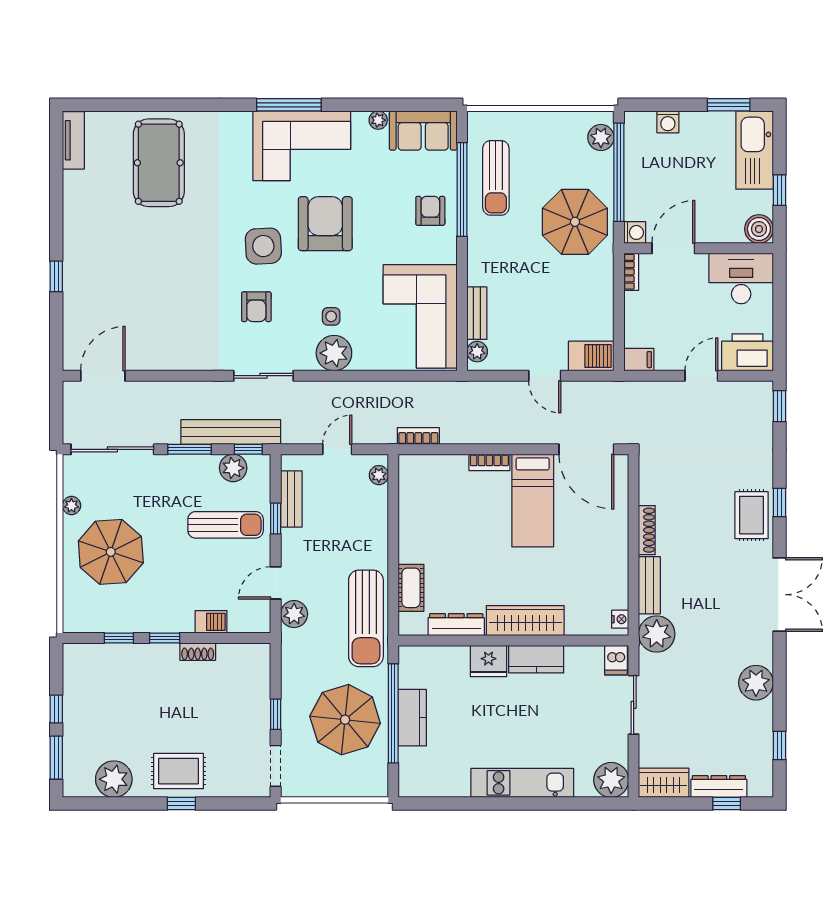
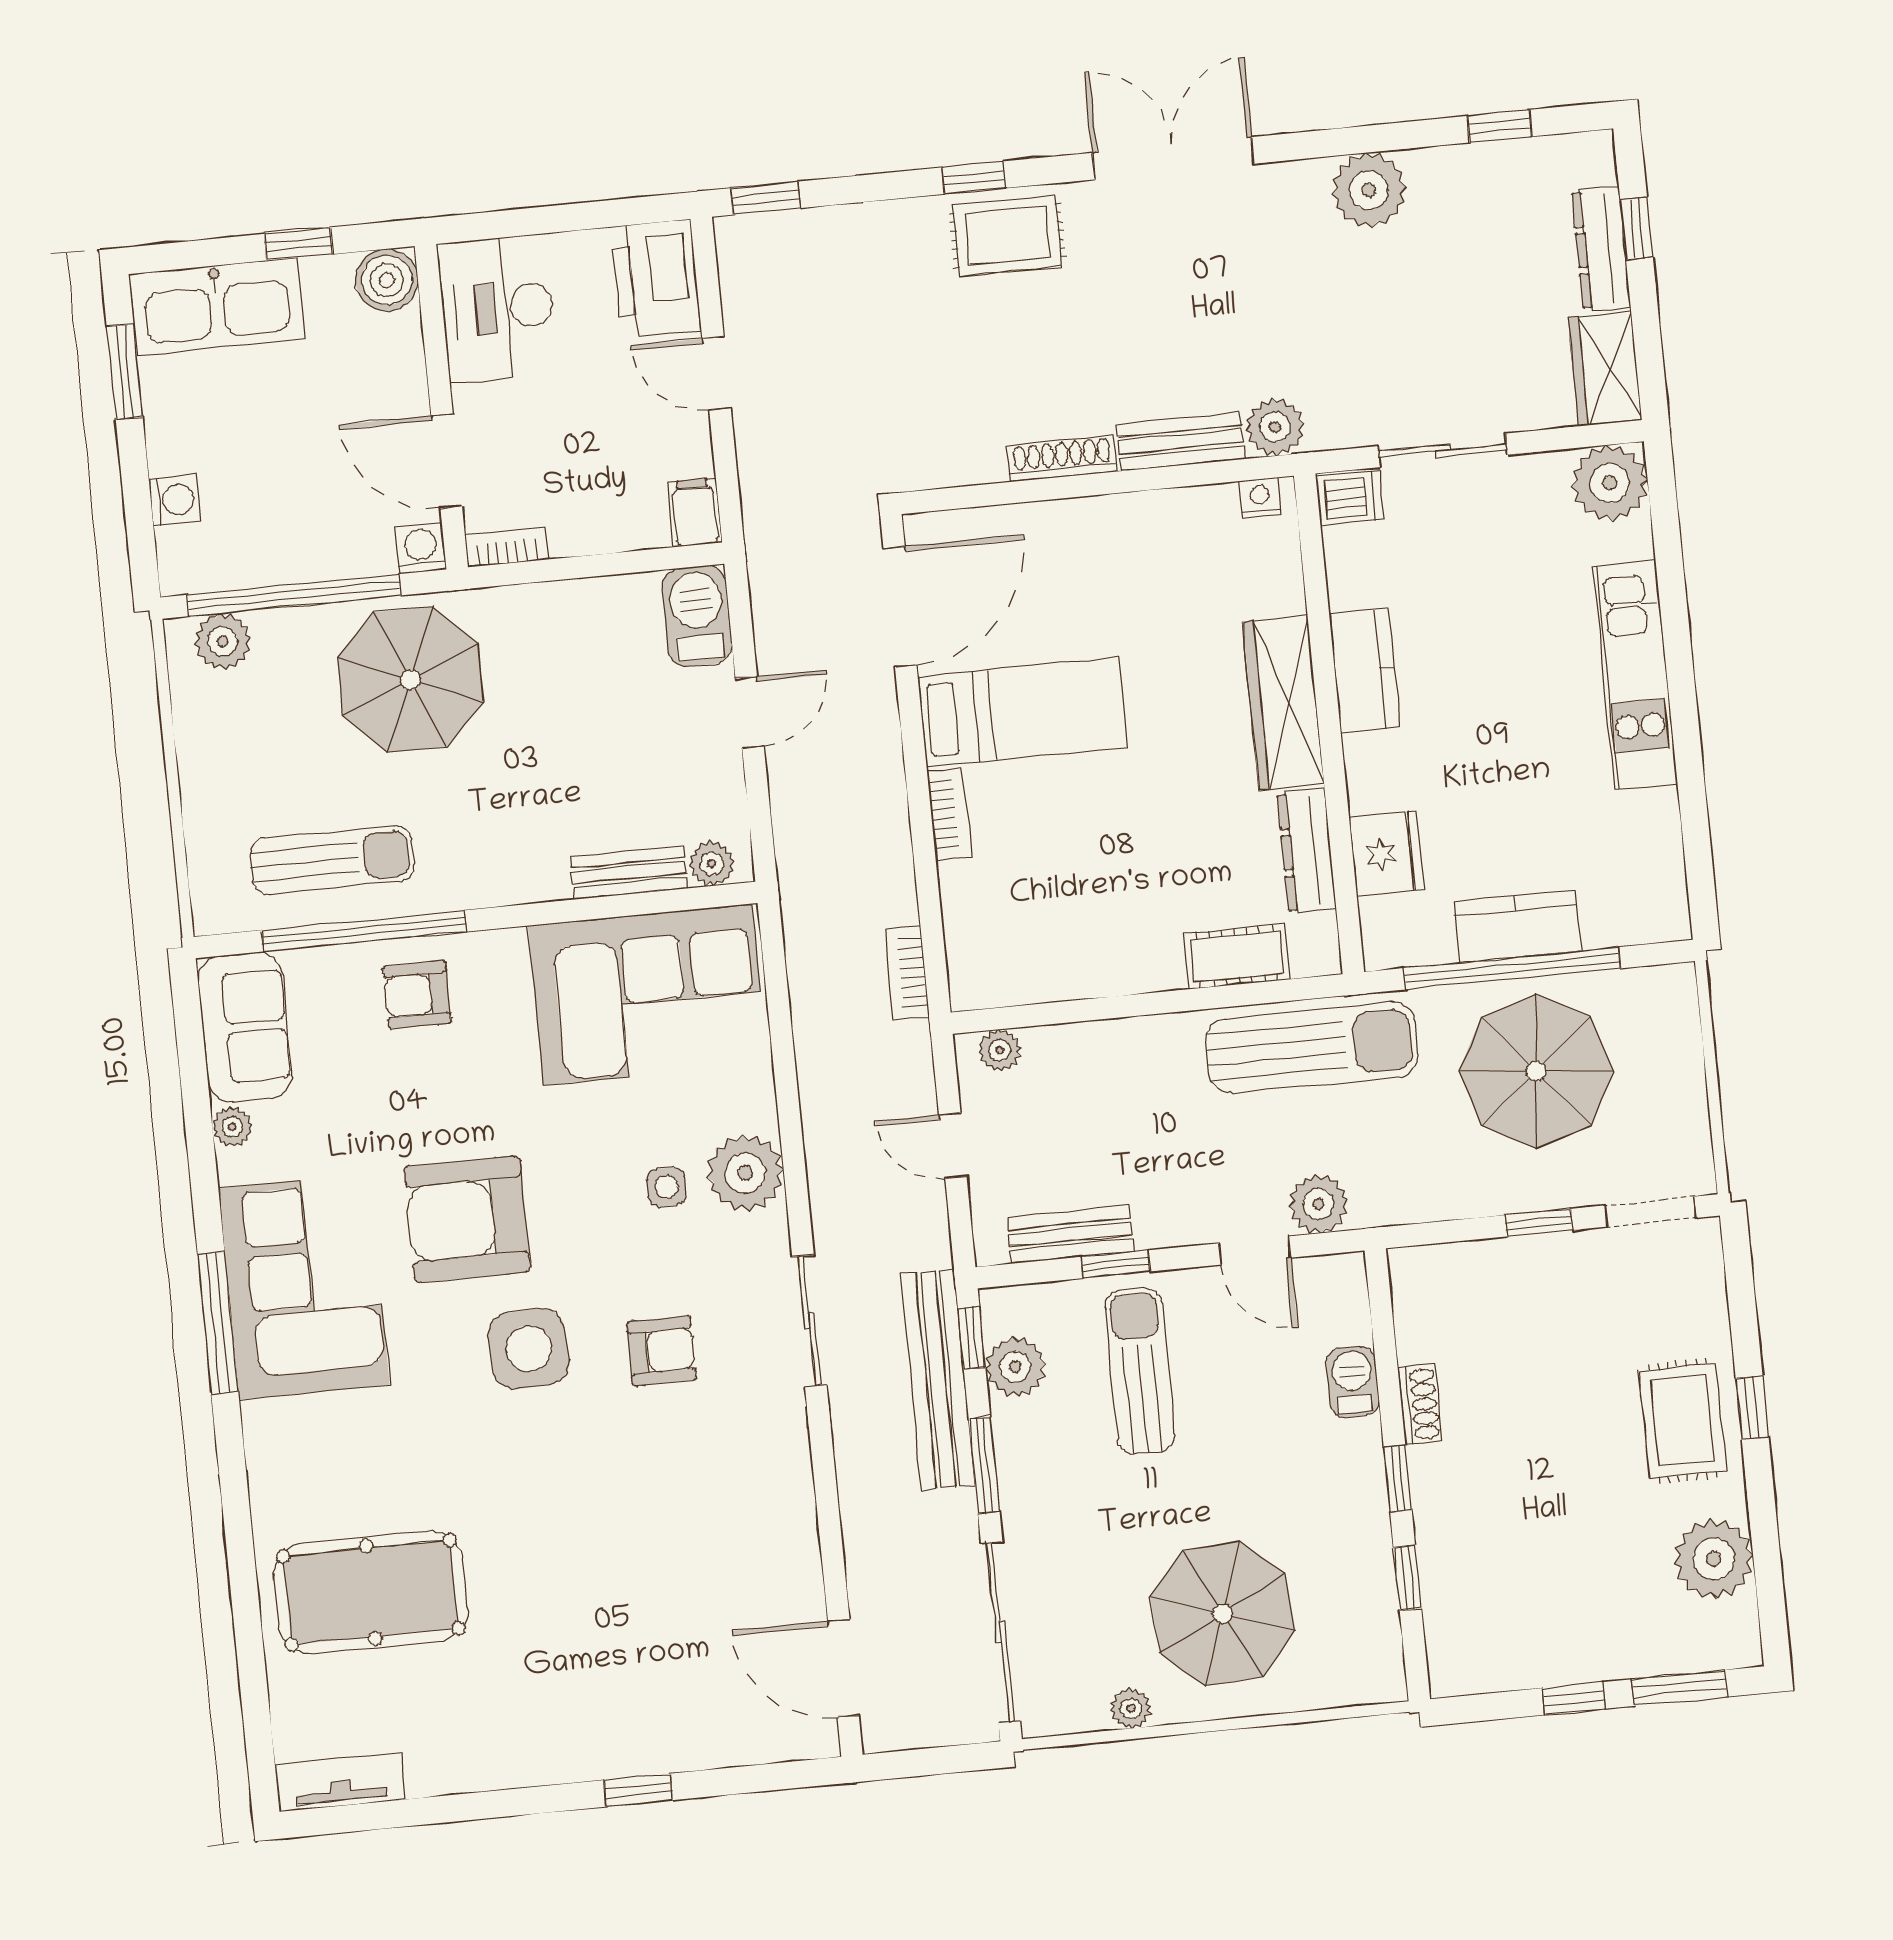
plant: (657, 634) -> (1275, 427), width x0.73, depth x0.73
fridge: (488, 661) -> (1387, 853), moved

